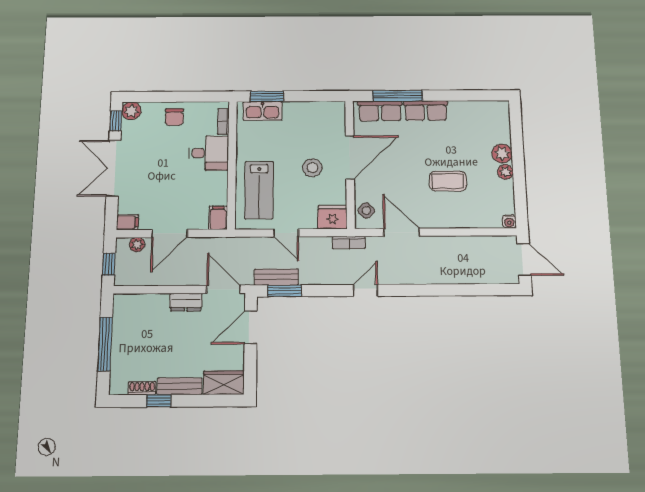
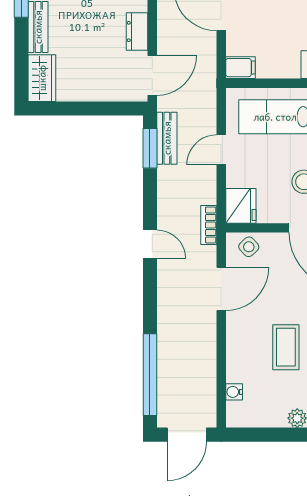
water cooler: (509, 221) -> (234, 392), moved
window: (475, 290) -> (150, 375), added
door: (251, 327) -> (107, 108), removed

